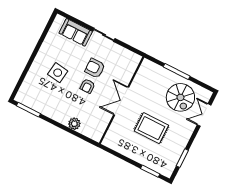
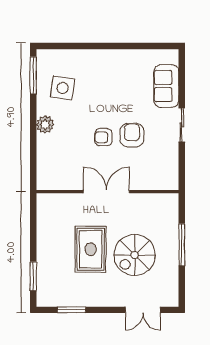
side table: (58, 73) -> (62, 88), moved
spiral stairs: (180, 97) -> (135, 255), moved
double door: (204, 115) -> (143, 310), swing flipped
plant: (74, 124) -> (45, 125), moved

